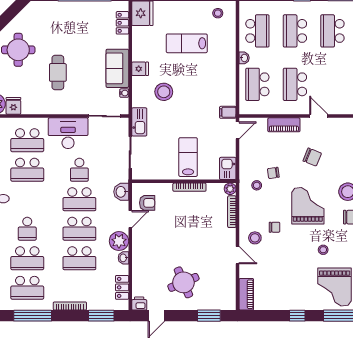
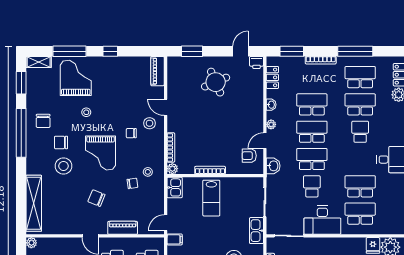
plant: (119, 241) -> (271, 124), width x0.53, depth x0.53

